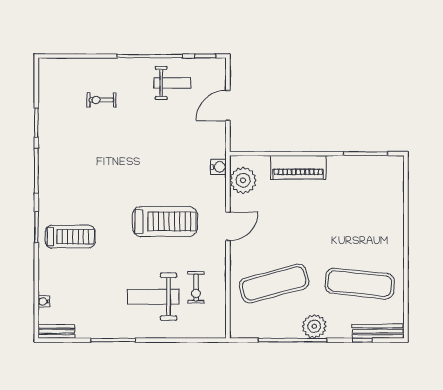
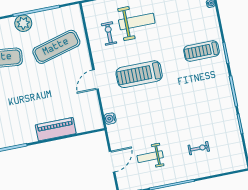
weight bench: (172, 83) -> (150, 157), moved
plant: (243, 180) -> (92, 113), removed

